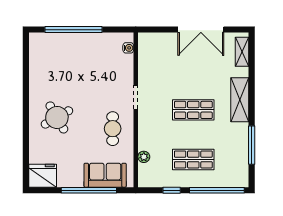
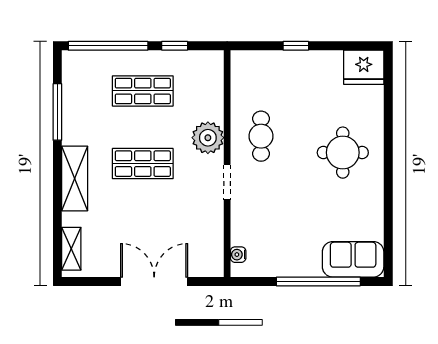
double door: (201, 30) -> (154, 281), moved
round table: (57, 117) -> (343, 153), turned 30
plant: (144, 157) -> (208, 138), moved, width x1.88, depth x1.88
sofa: (105, 175) -> (353, 259), moved, turned 180
window: (89, 190) -> (296, 46), width x0.32

